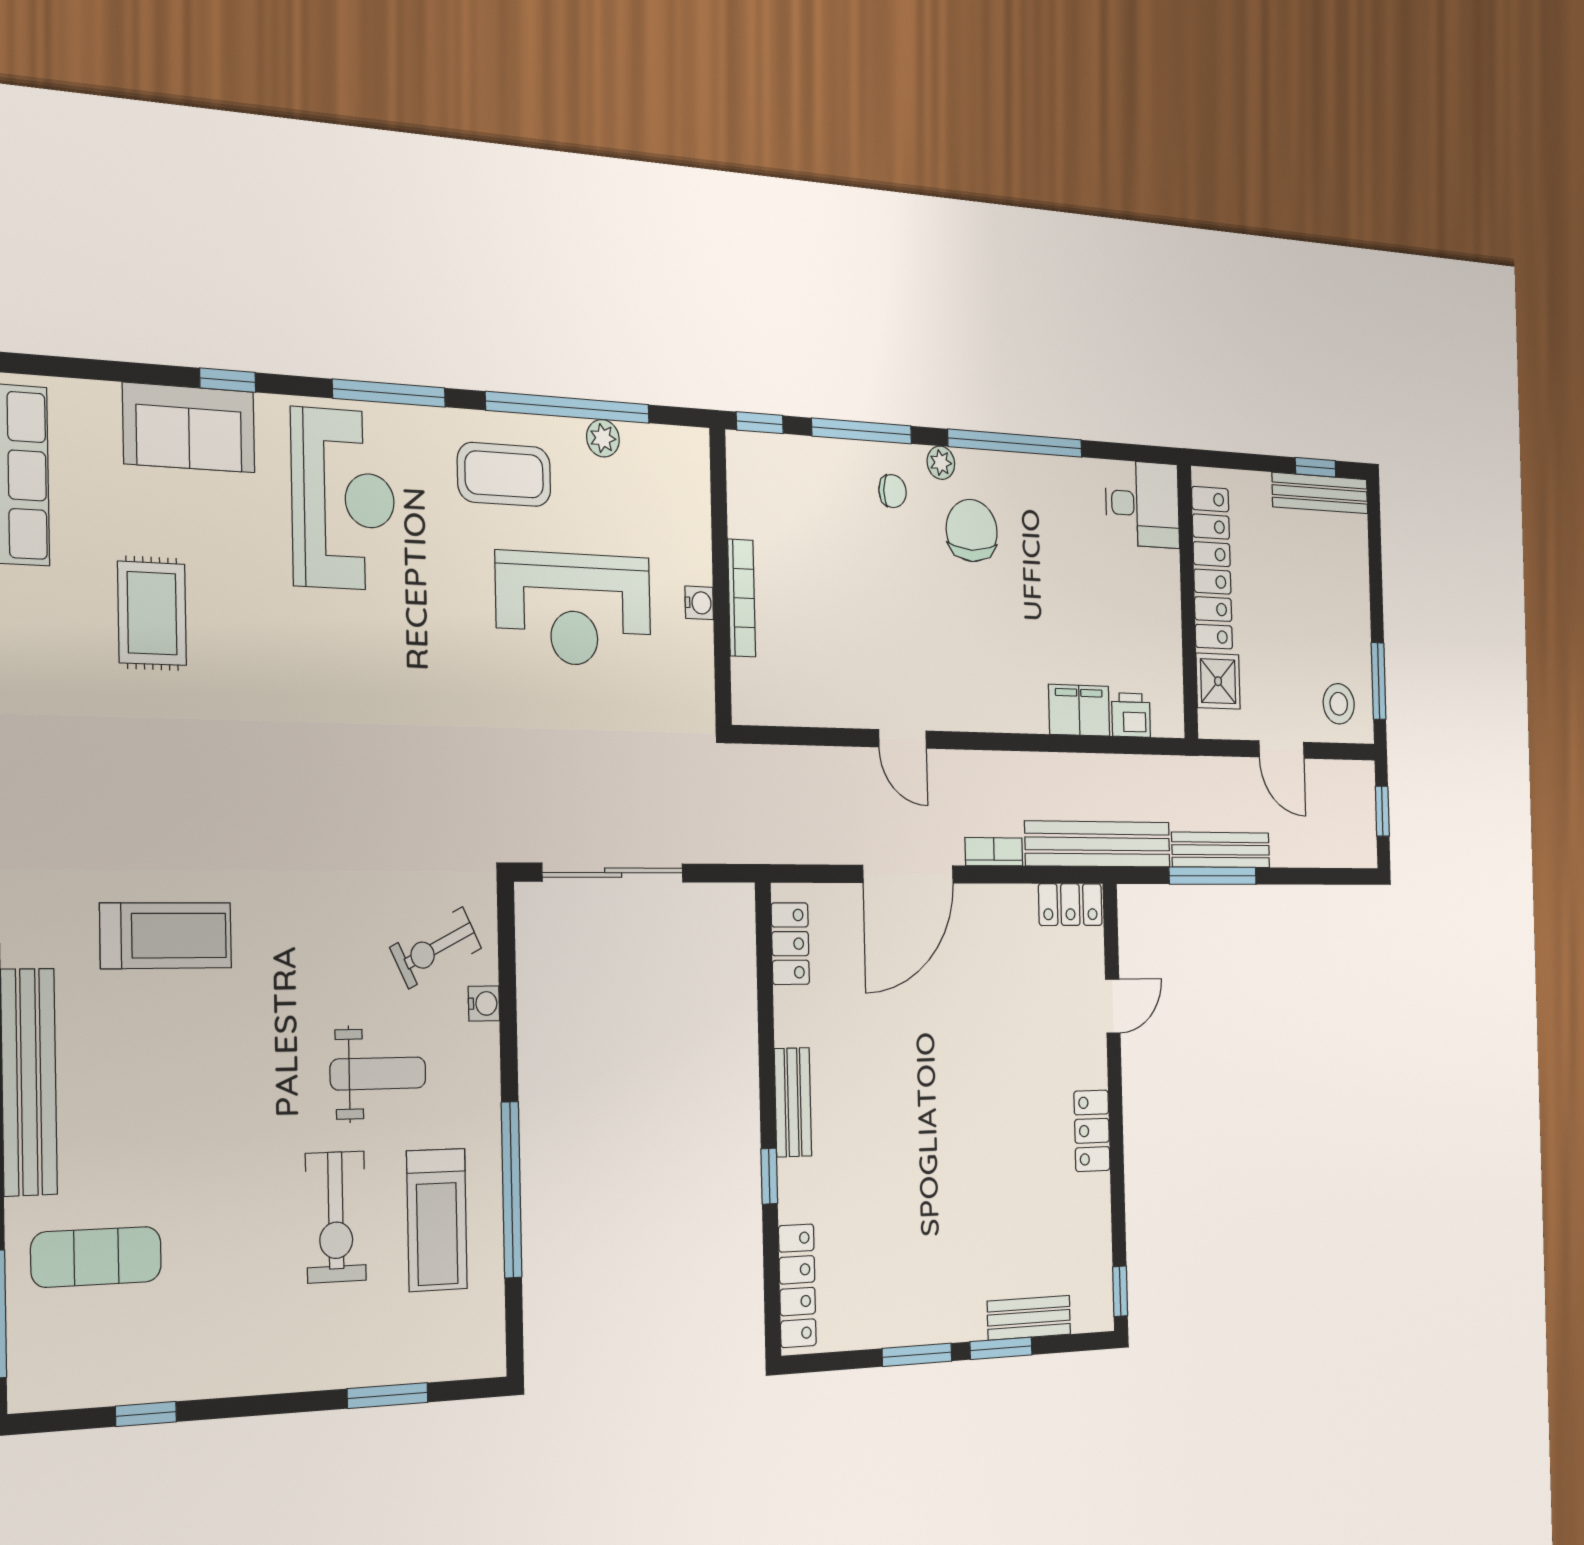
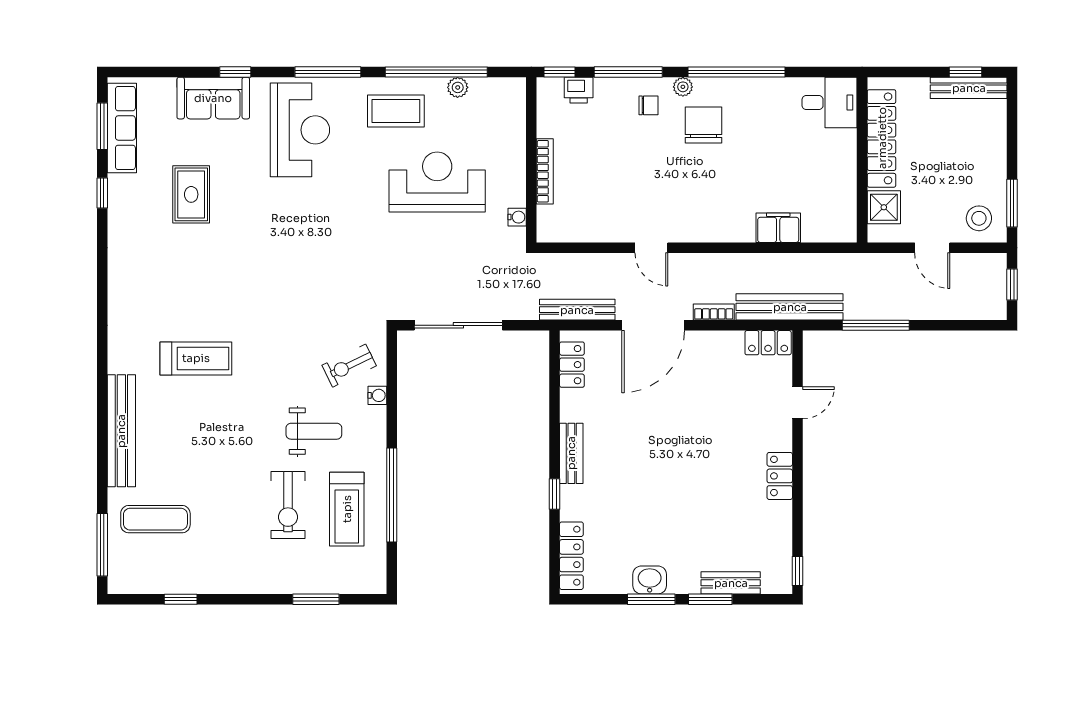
water cooler: (699, 603) -> (517, 217), moved
reception desk: (574, 609) -> (437, 182), turned 180
printer: (1131, 715) -> (579, 90), moved, turned 180
bench: (1221, 850) -> (577, 310), moved
washbasin: (914, 1321) -> (650, 580), added

